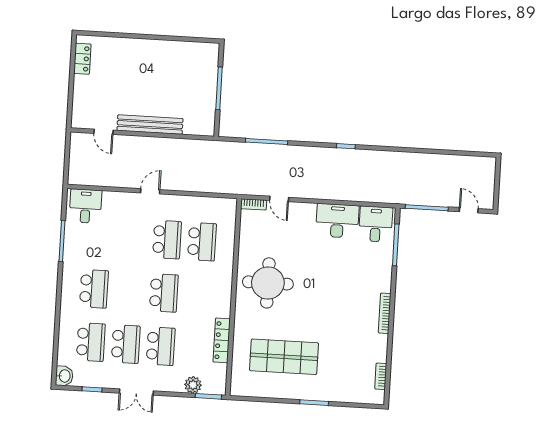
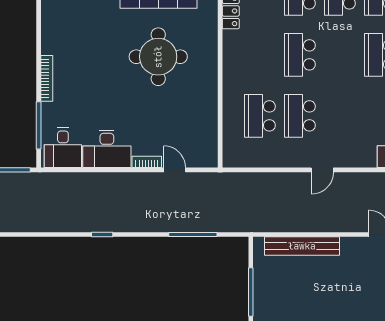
bench: (150, 125) -> (302, 246), moved
bookcase: (254, 204) -> (147, 162), moved
round table: (268, 283) -> (158, 57), moved
bookcase: (385, 313) -> (47, 78), moved

